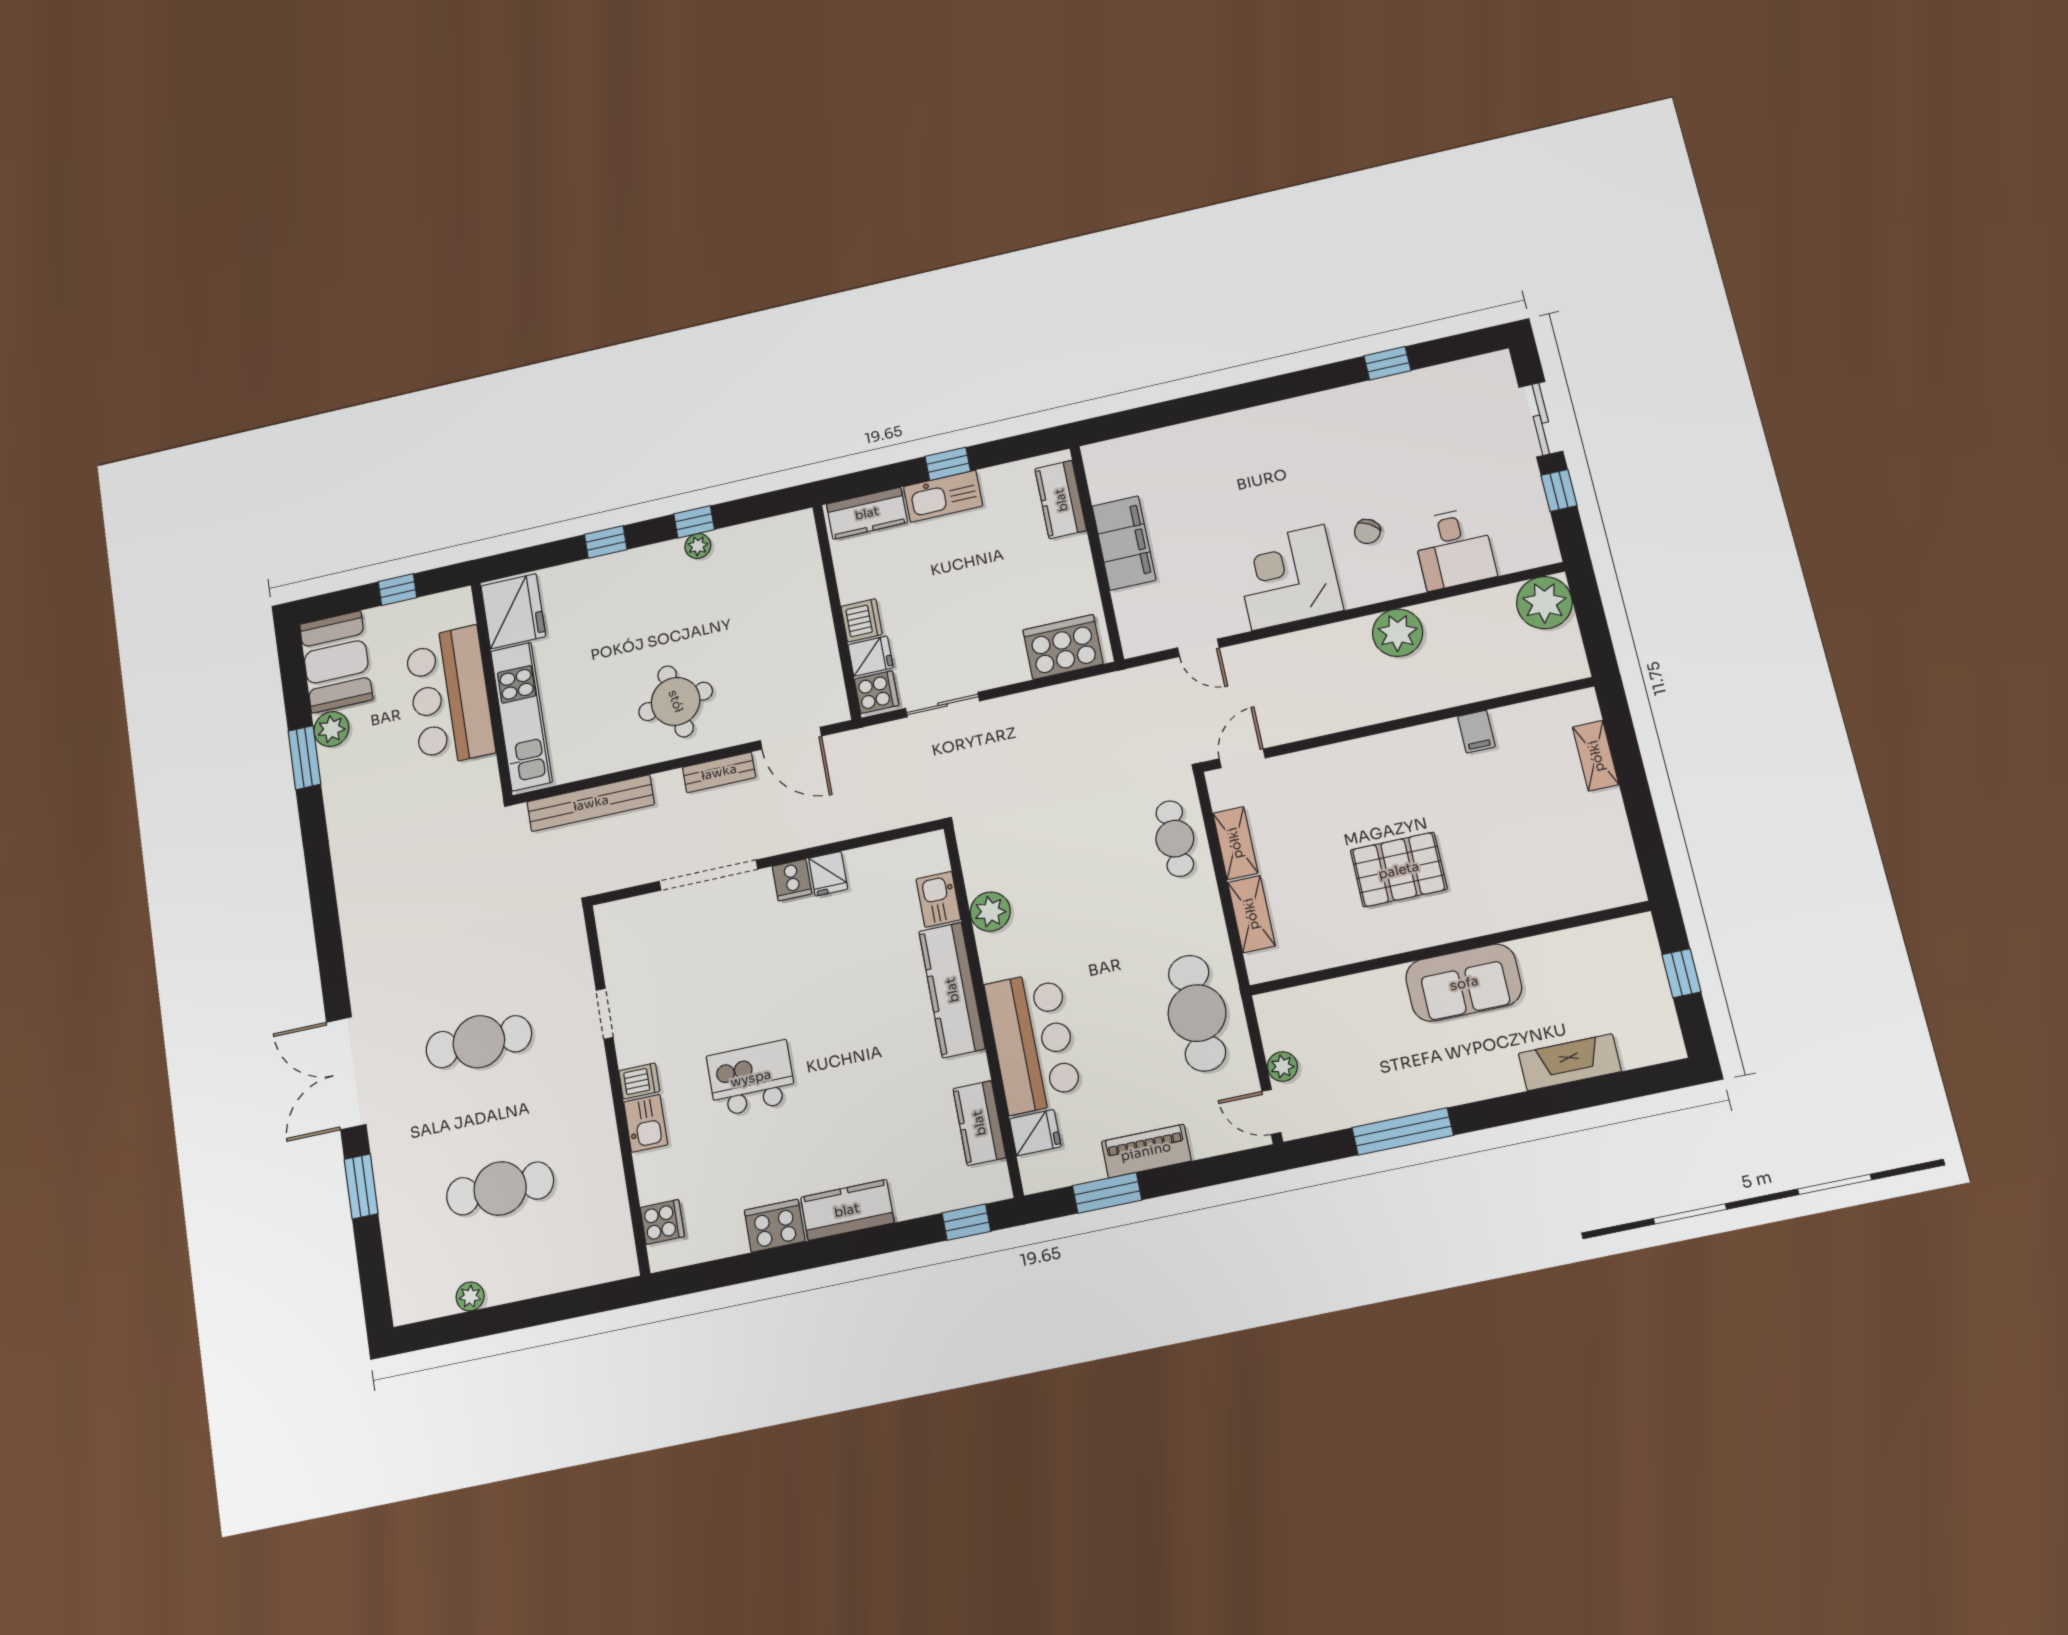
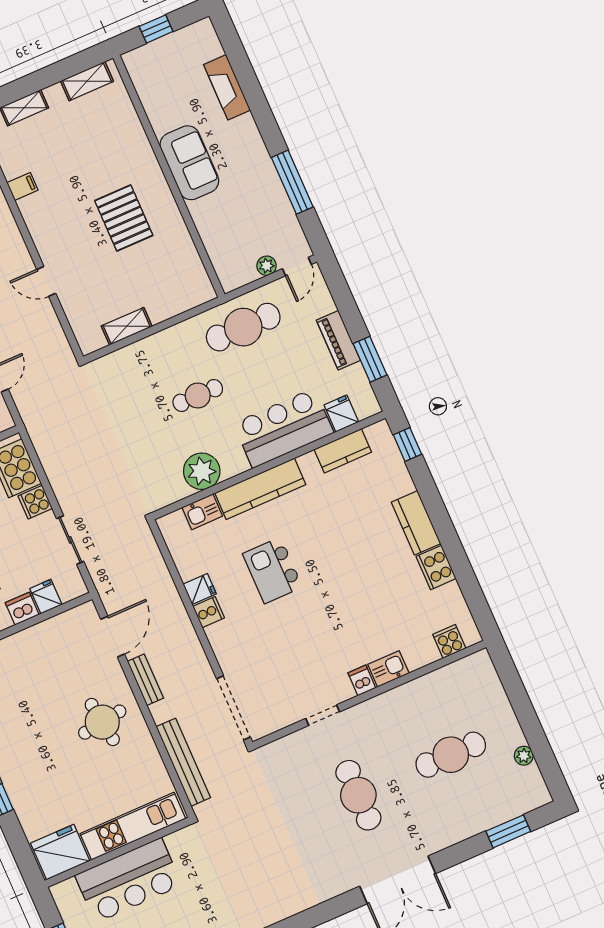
cooker: (876, 692) -> (35, 502), moved, turned -90
door: (1242, 758) -> (46, 281), moved
cafe table: (1175, 839) -> (198, 395), moved
doorway: (708, 875) -> (233, 708), moved
plant: (990, 912) -> (202, 471), width x1.36, depth x1.36
shelving: (1251, 914) -> (87, 81), moved
kitchen island: (751, 1078) -> (273, 570), moved
window: (361, 1186) -> (508, 831), moved
cafe table: (500, 1188) -> (451, 755), turned 90

